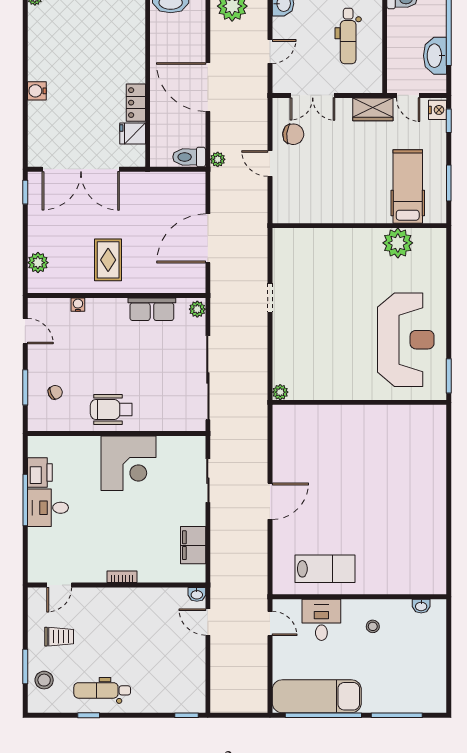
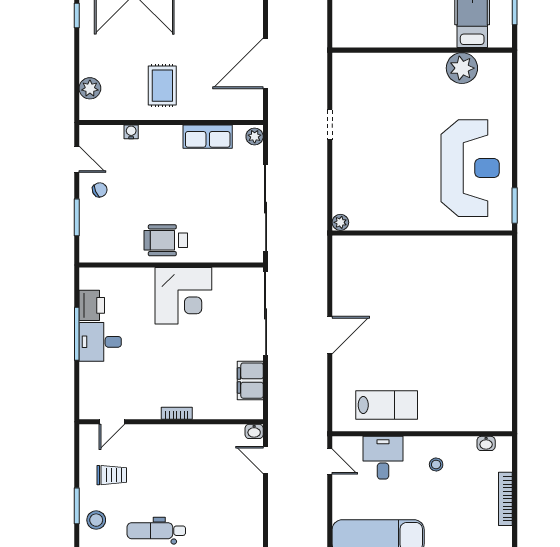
chair: (55, 392) -> (100, 190), moved
sliding door: (208, 481) -> (266, 314), width x1.86
bookcase: (440, 660) -> (505, 499), added

